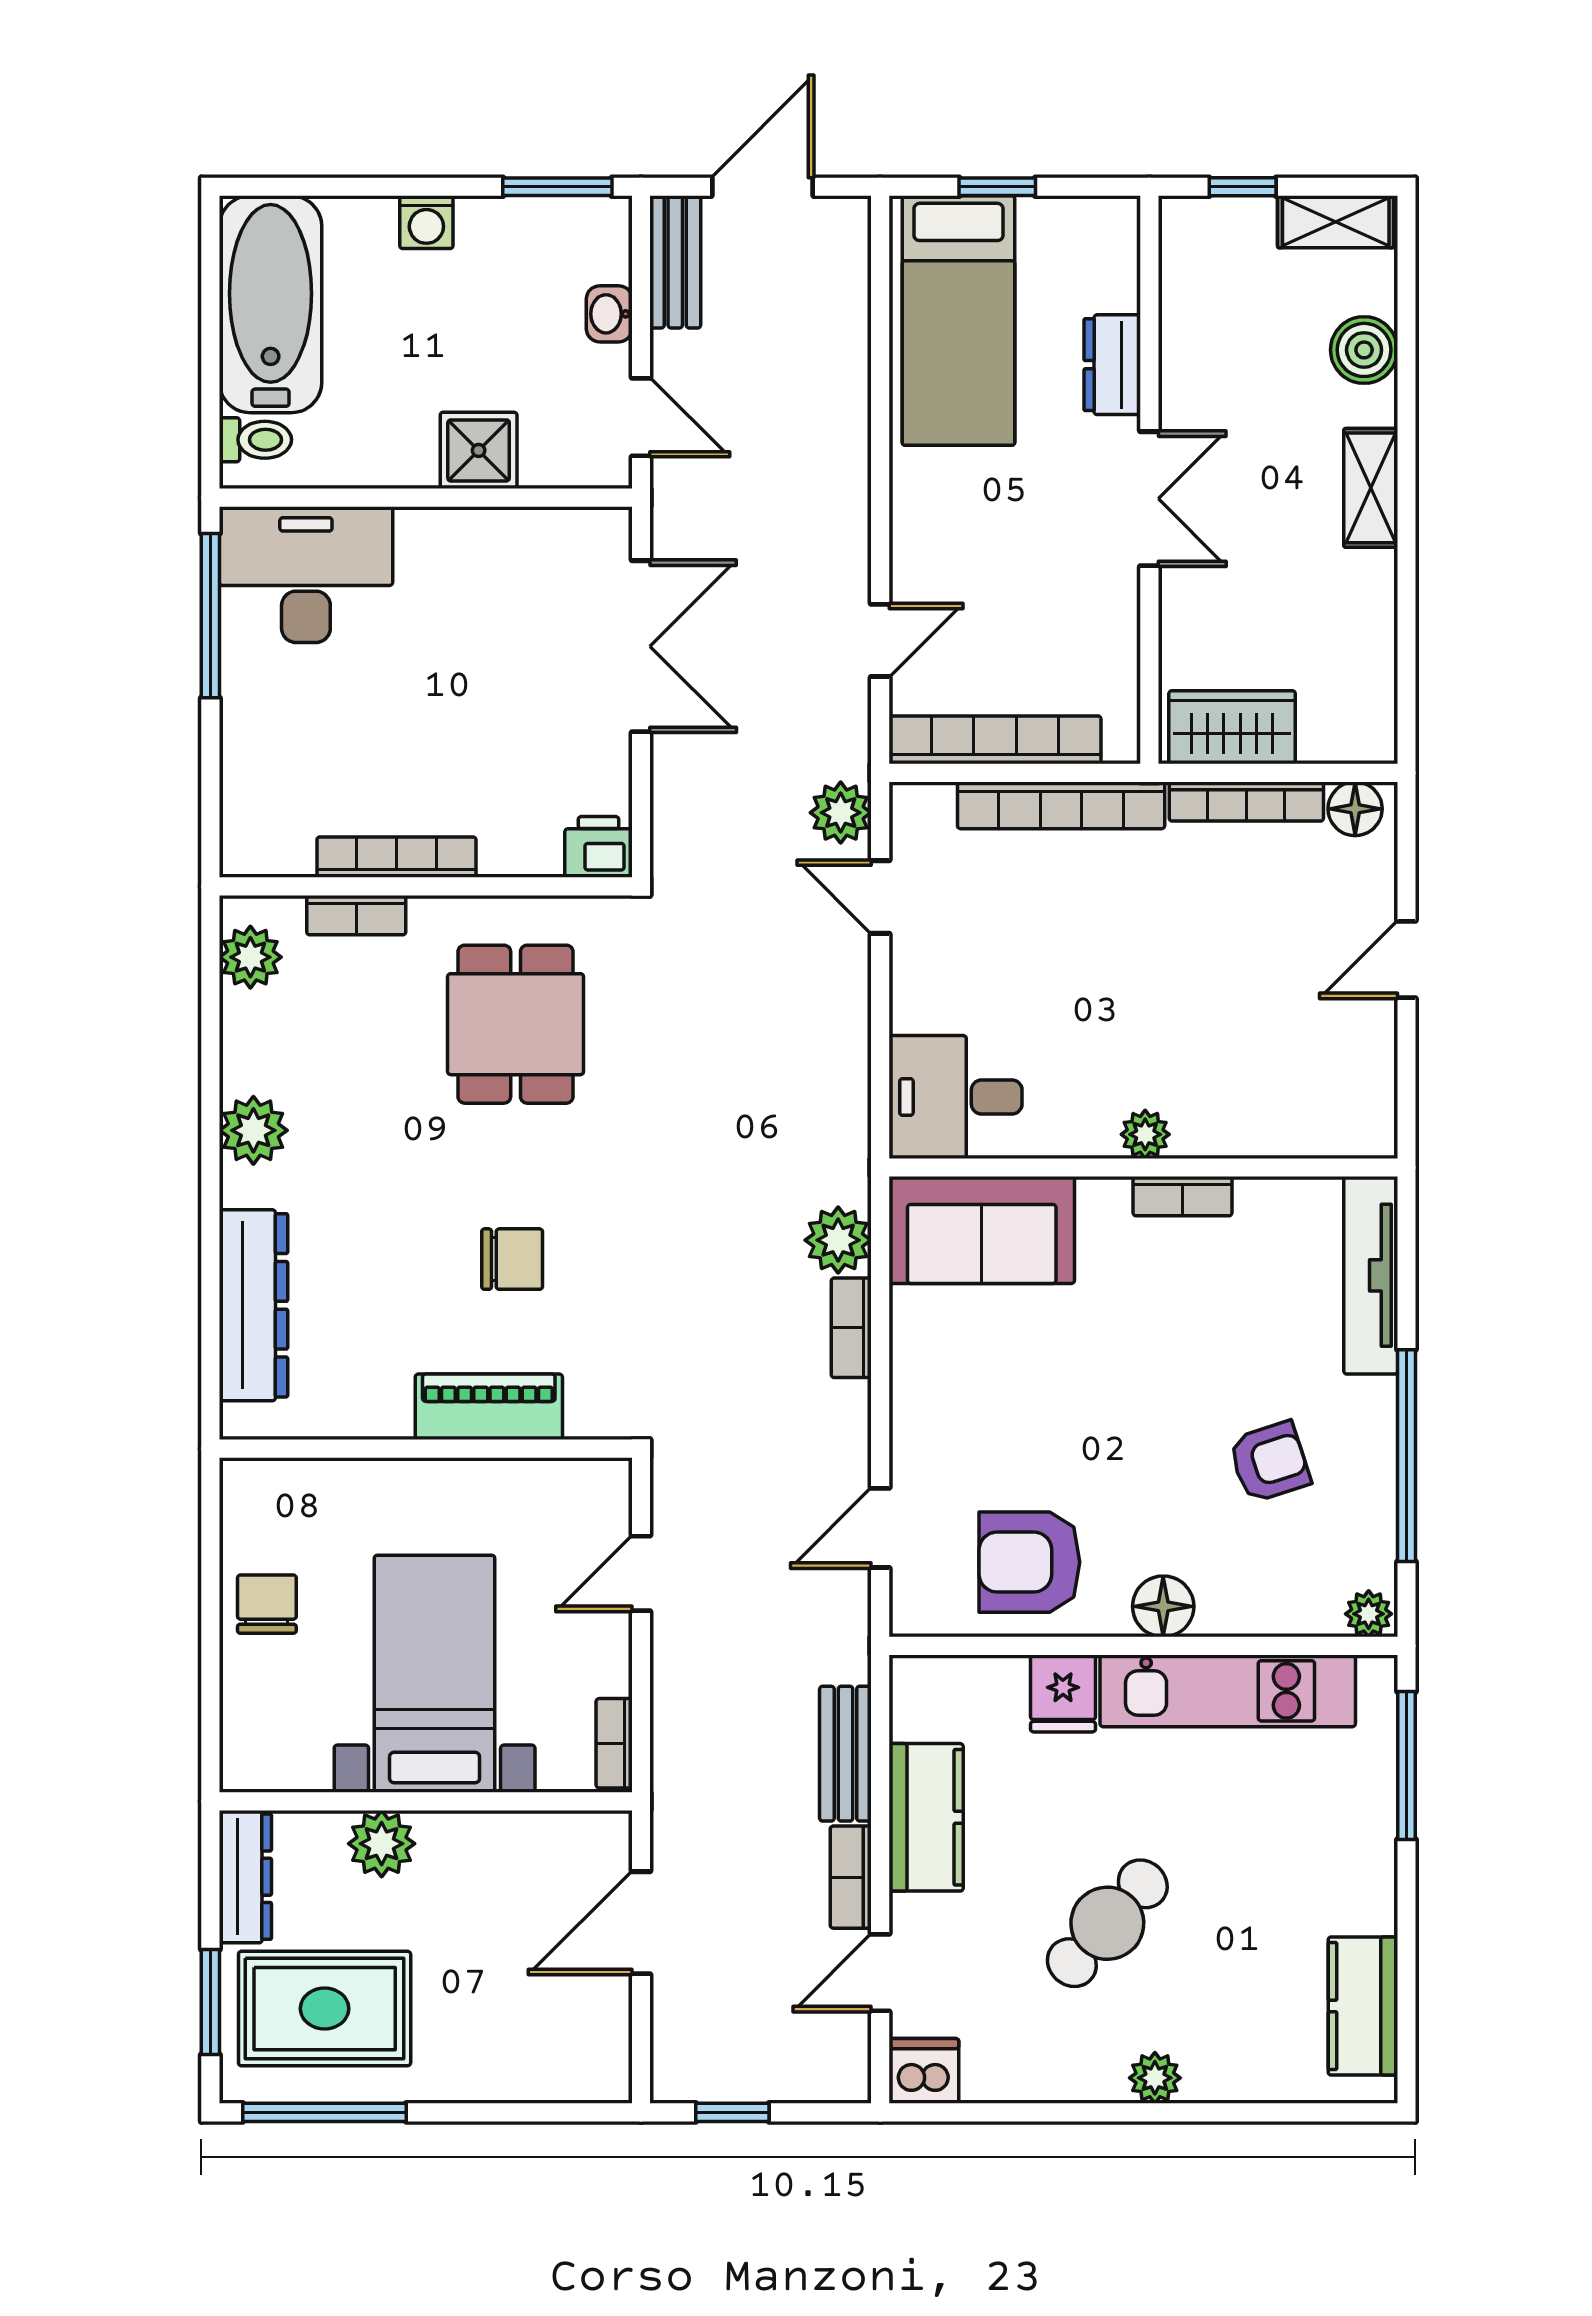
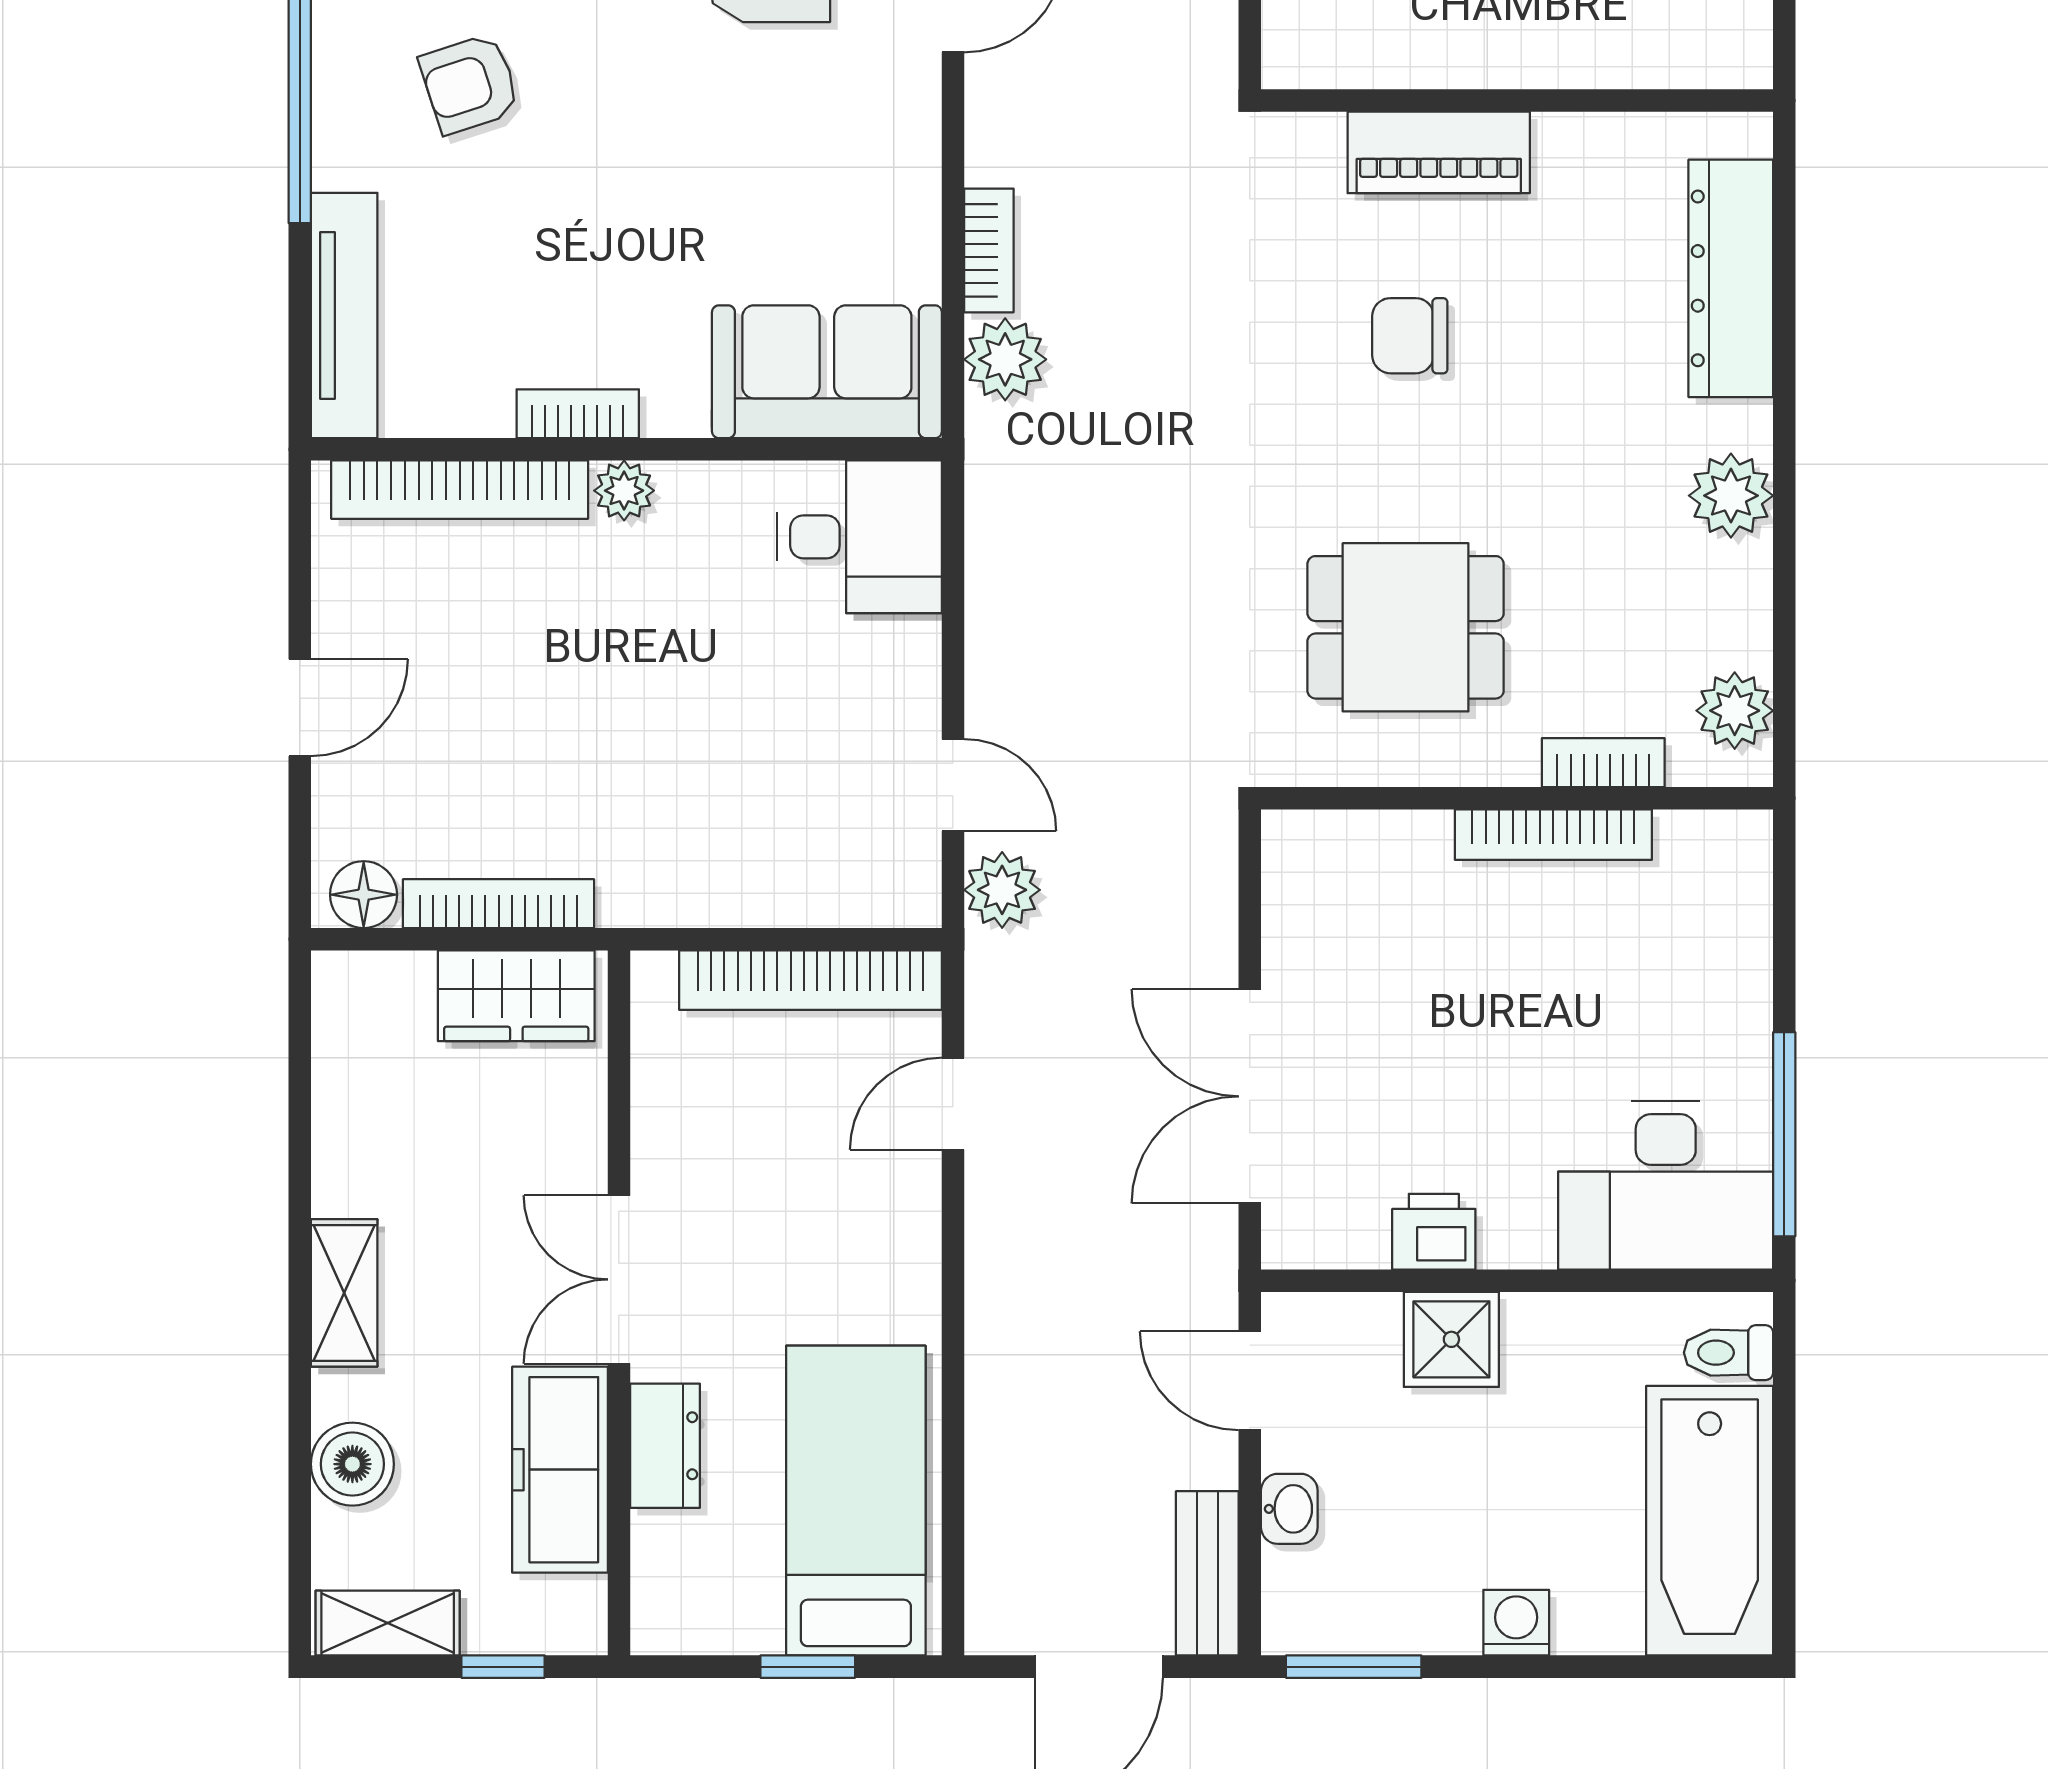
freezer: (1197, 345) -> (560, 1470), added
bookcase: (1061, 805) -> (460, 490), moved, turned 180
printer: (598, 847) -> (1434, 1232), moved, turned 180
dining table: (516, 1024) -> (1406, 627), turned 90

